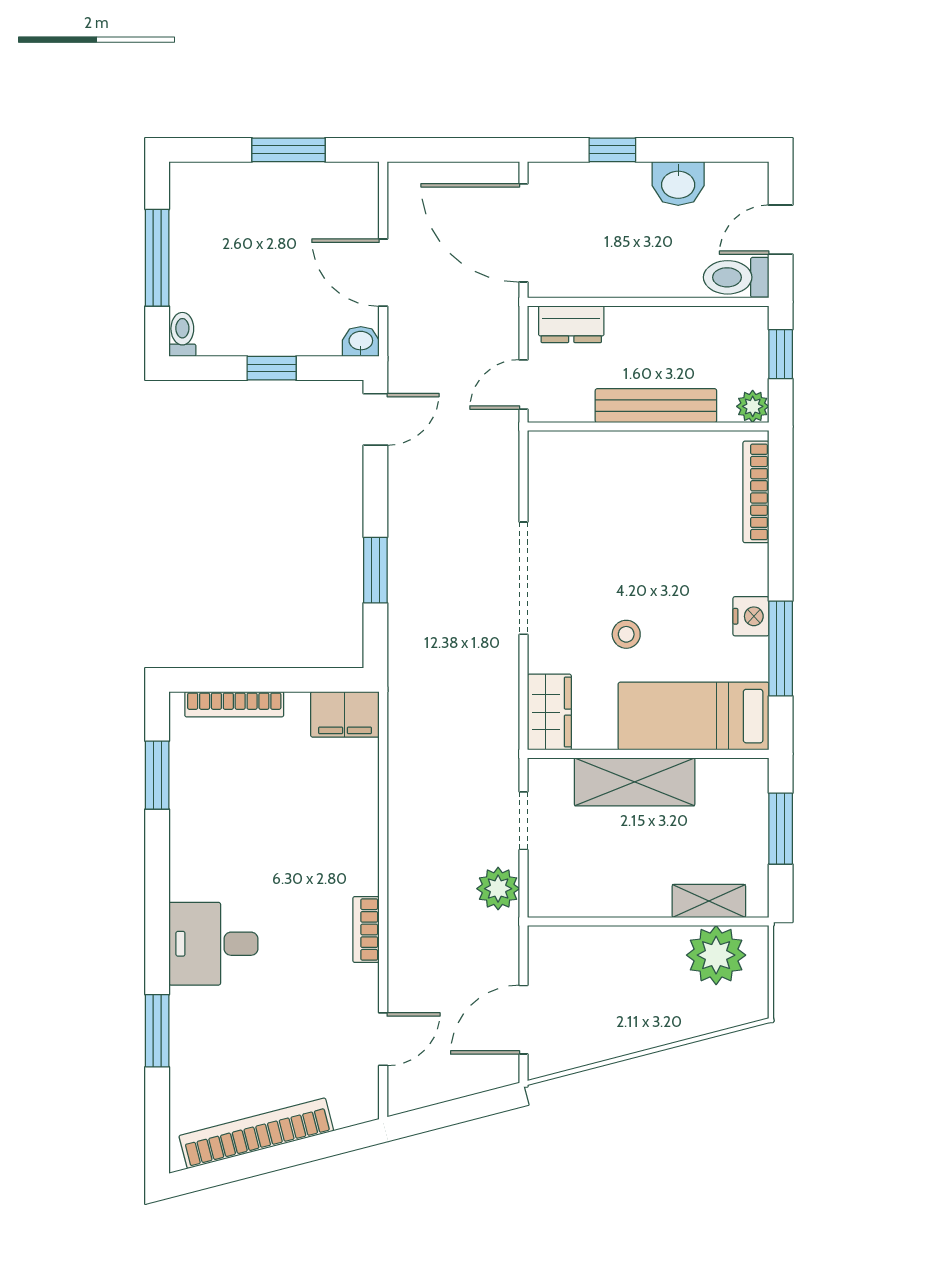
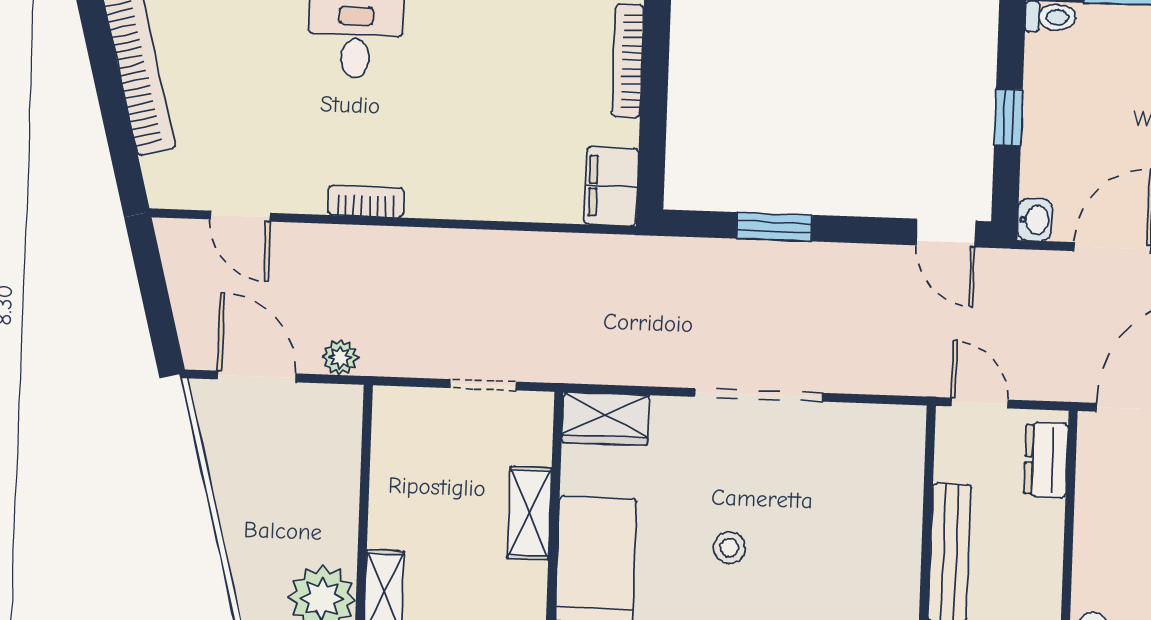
stool: (626, 634) -> (729, 548), moved
shelving: (635, 782) -> (529, 513), width x0.67, depth x0.75
plant: (498, 889) -> (340, 357), moved, width x0.73, depth x0.73

